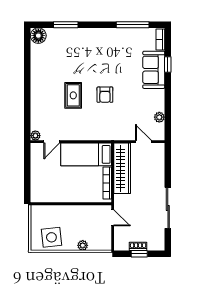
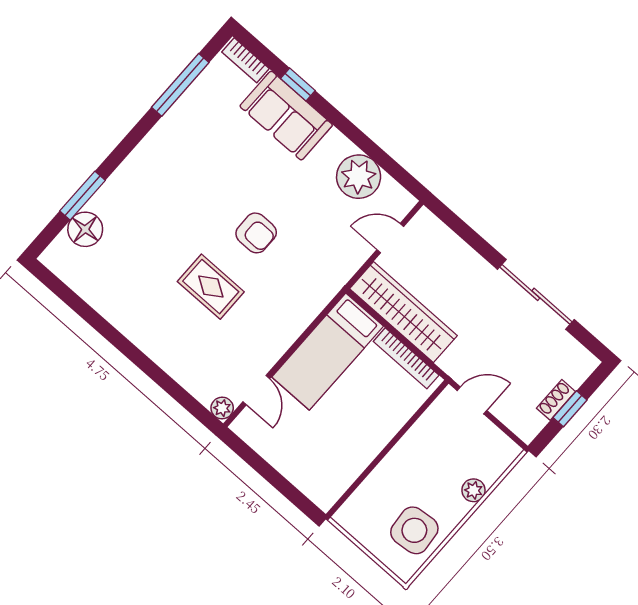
floor lamp: (38, 36) -> (85, 229), moved
plant: (159, 117) -> (359, 177), width x1.88, depth x1.88

